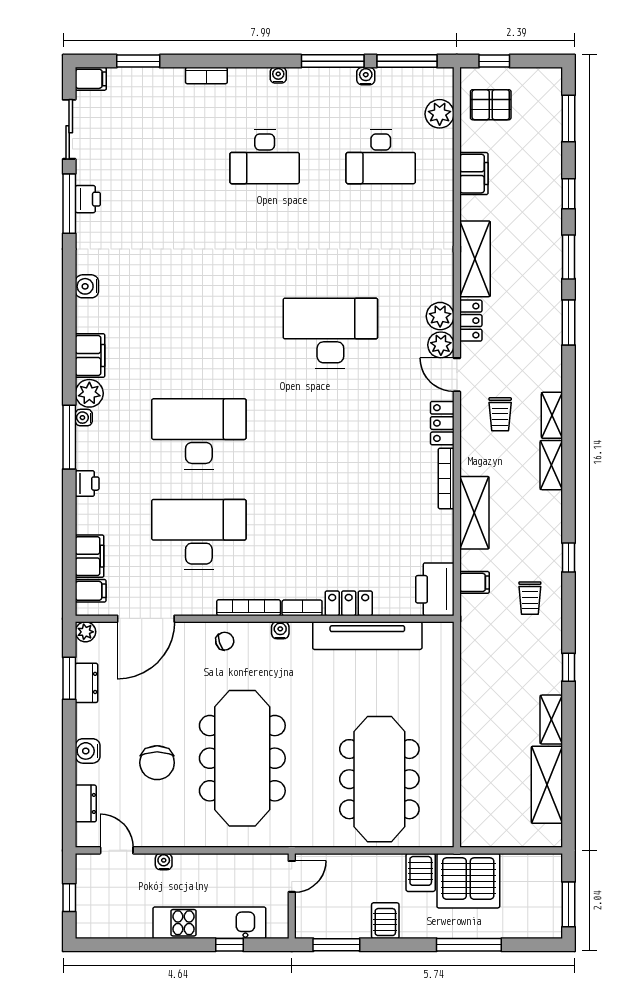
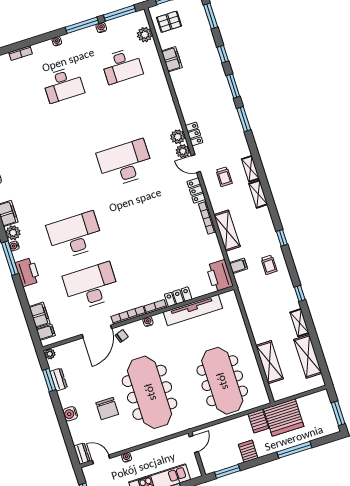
shelving: (475, 259) -> (270, 362), moved
printer: (87, 484) -> (28, 272), width x1.87, depth x1.48
door: (146, 619) -> (97, 331), moved
dresser: (86, 803) -> (82, 453), moved

